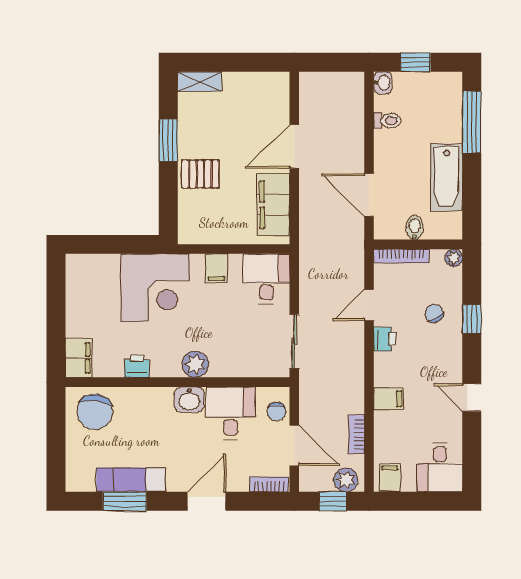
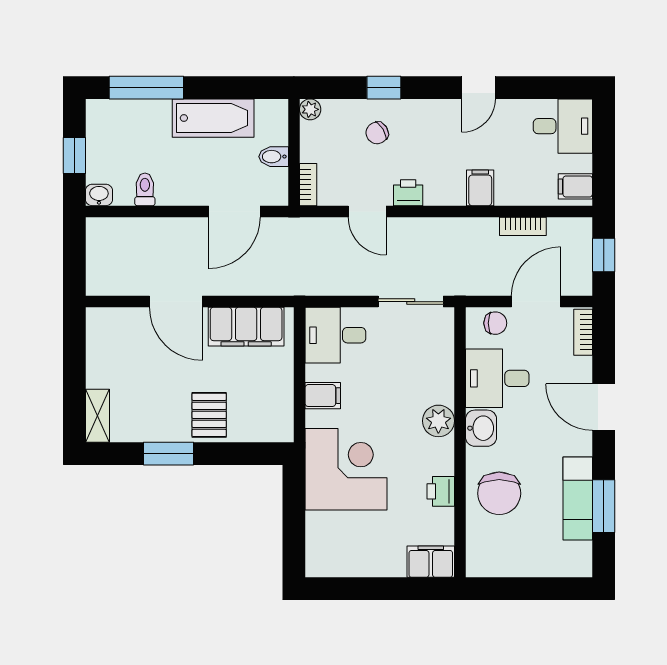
bookcase: (401, 256) -> (308, 185), width x0.64
chair: (95, 412) -> (499, 493), moved, turned 83
plant: (346, 480) -> (578, 240), removed

